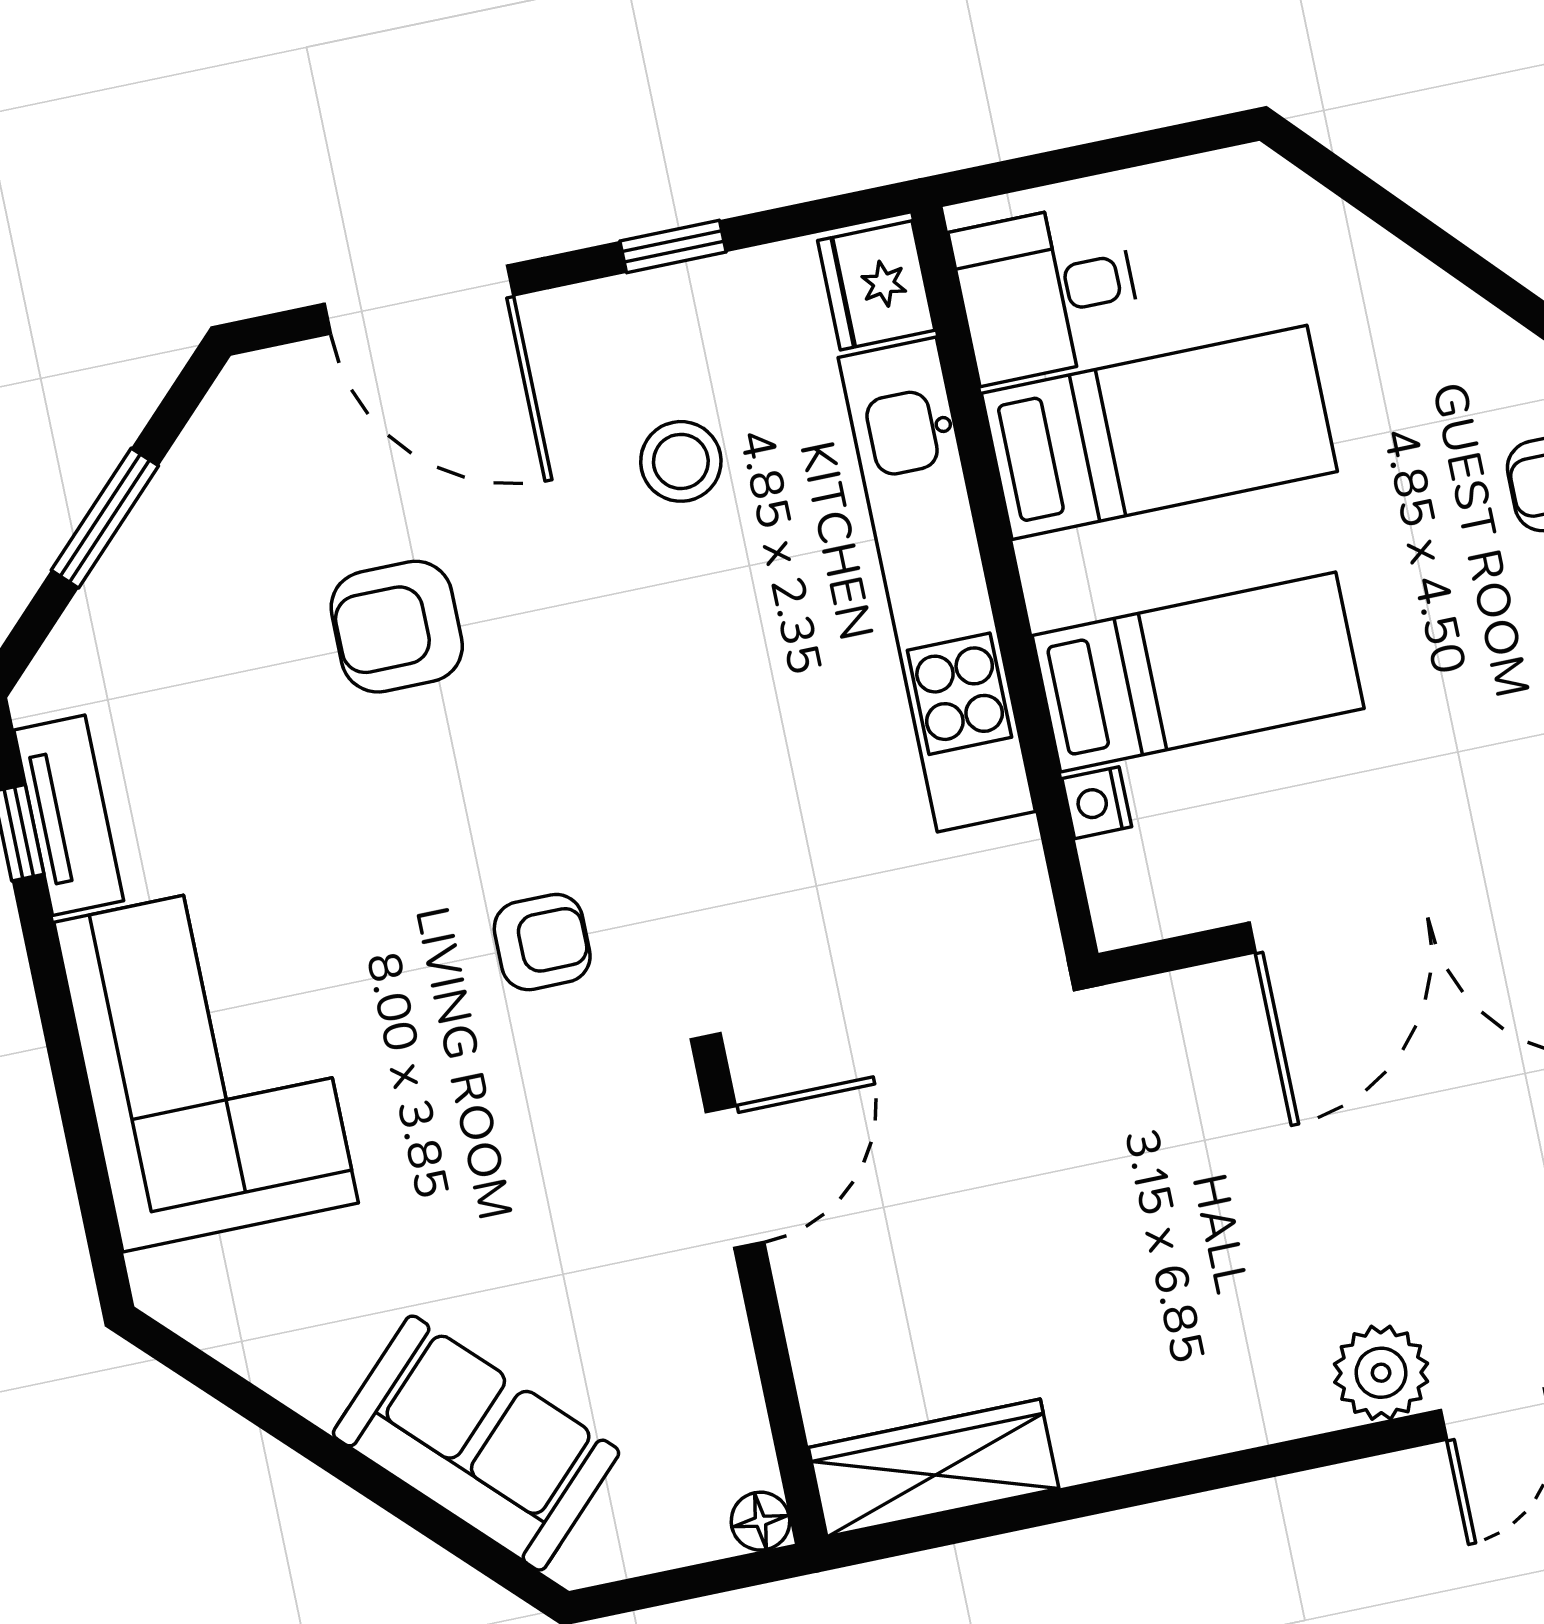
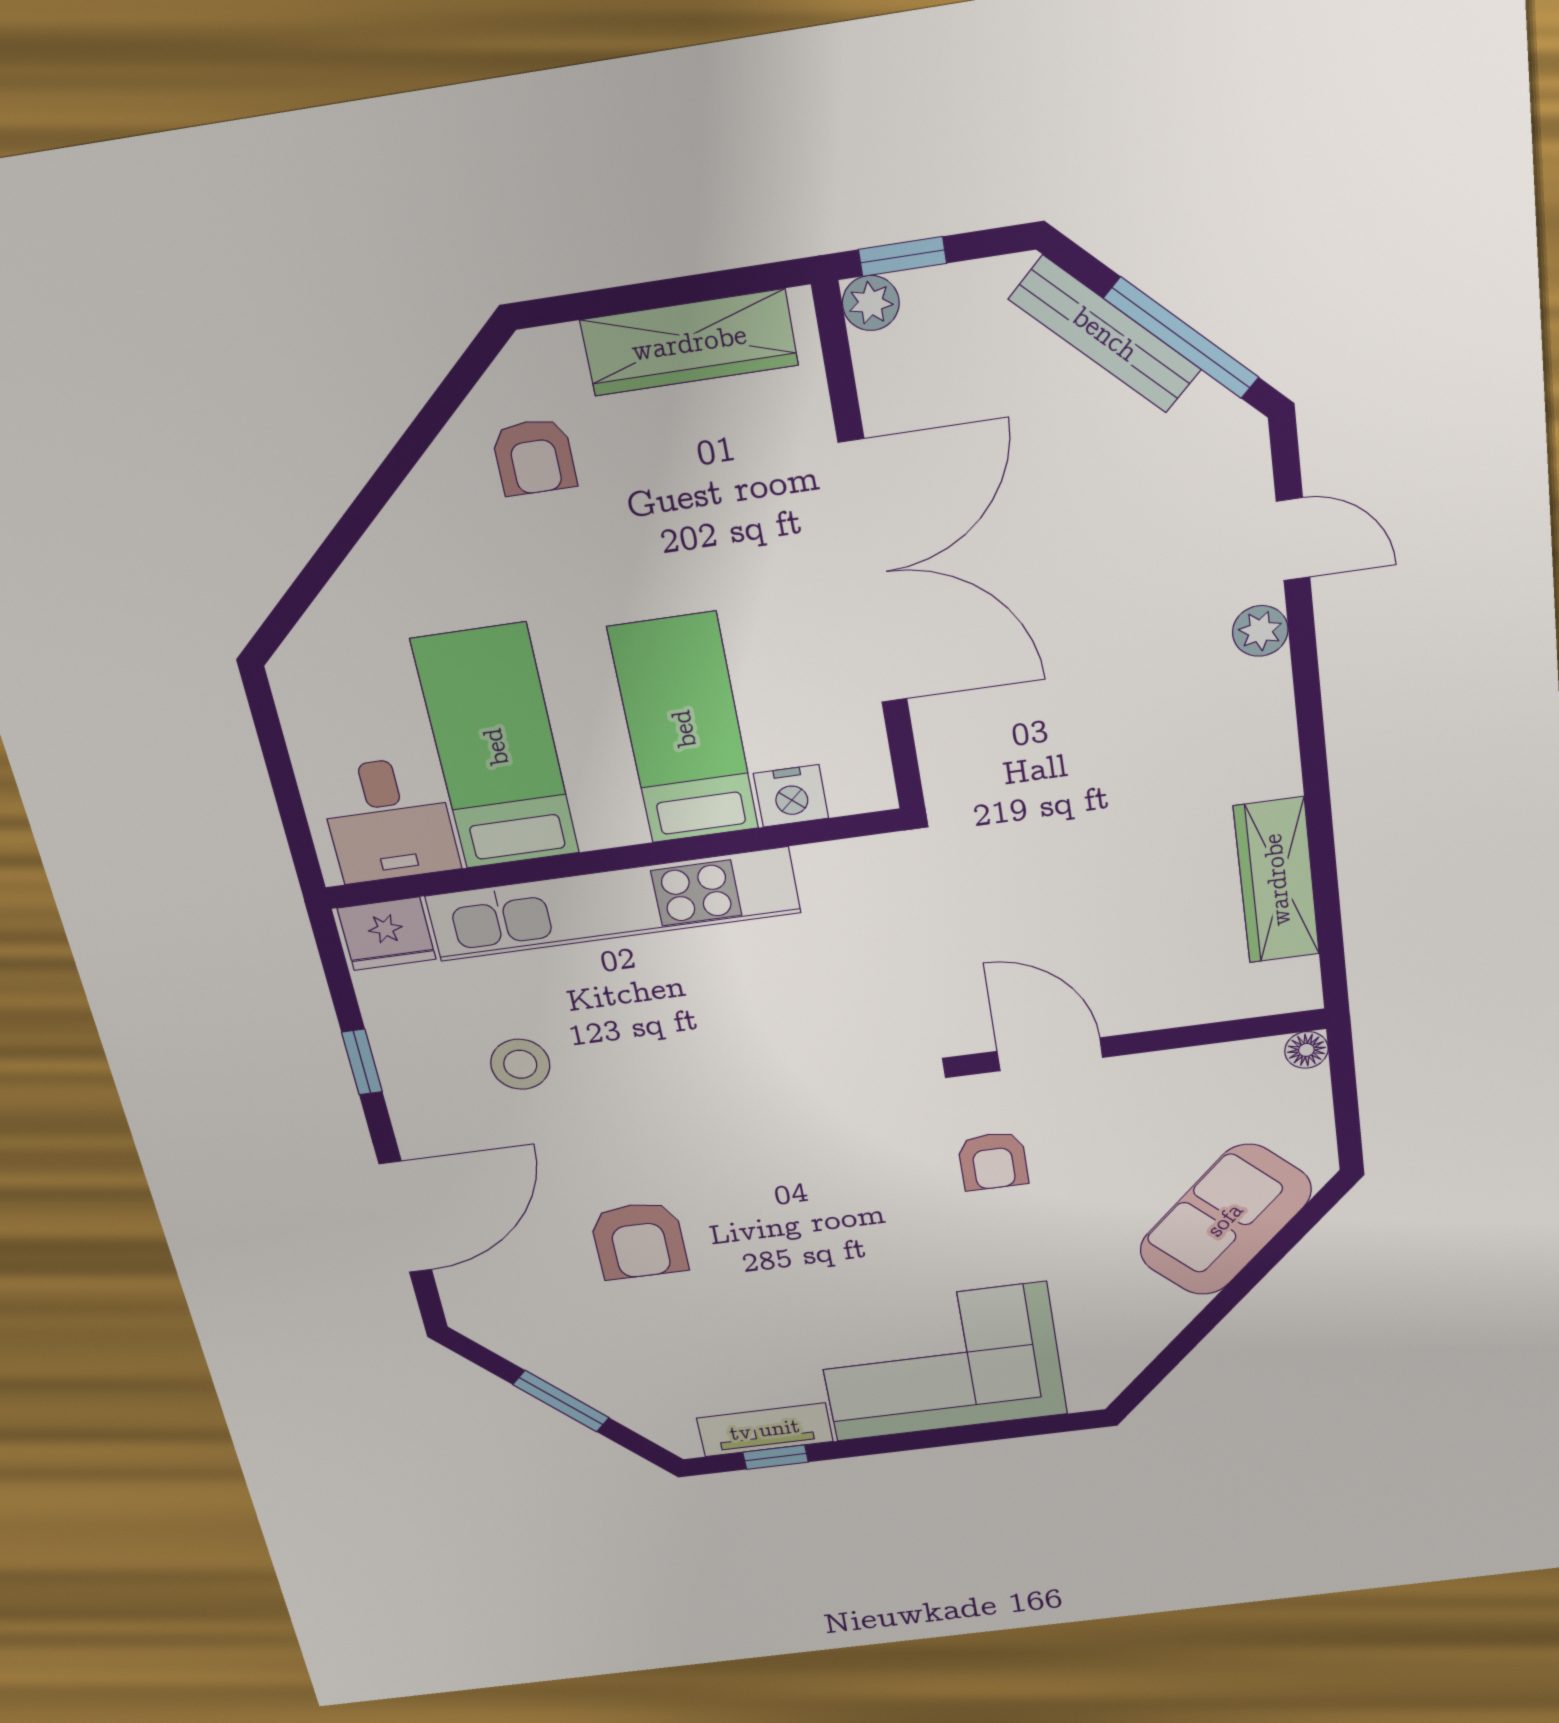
nightstand: (1097, 803) -> (791, 796), width x1.39, depth x1.35
armchair: (542, 942) -> (993, 1161), moved, turned 180
plant: (1381, 1373) -> (1260, 631), width x0.73, depth x0.73
wardrobe: (934, 1468) -> (1277, 880), moved

